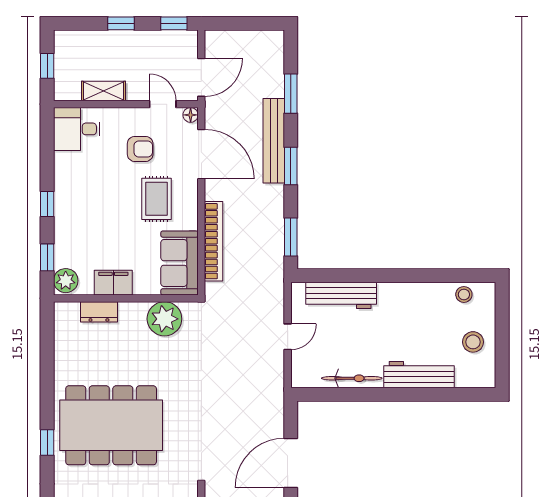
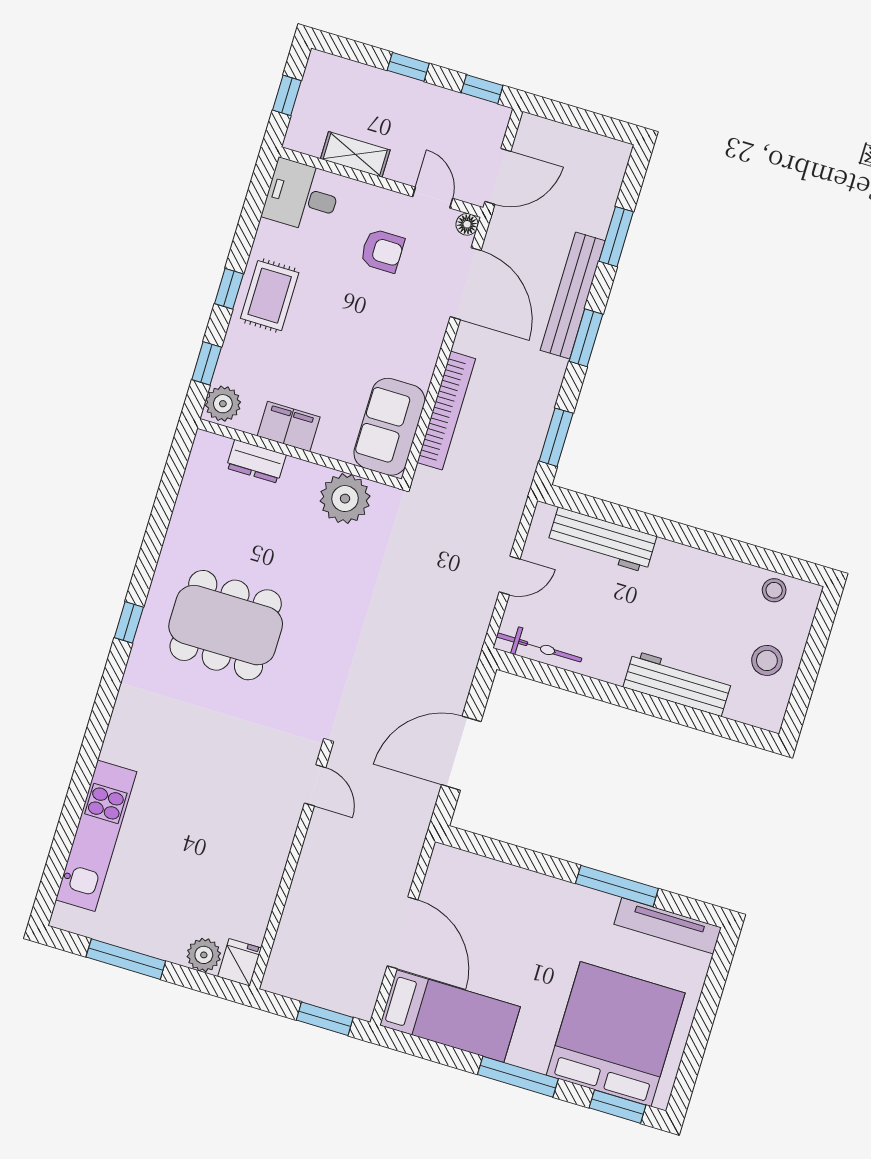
rug: (157, 199) -> (270, 296), moved
bicycle: (352, 378) -> (539, 647), moved
dining table: (111, 425) -> (226, 625), width x0.73, depth x0.80

